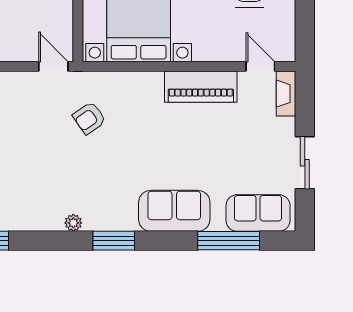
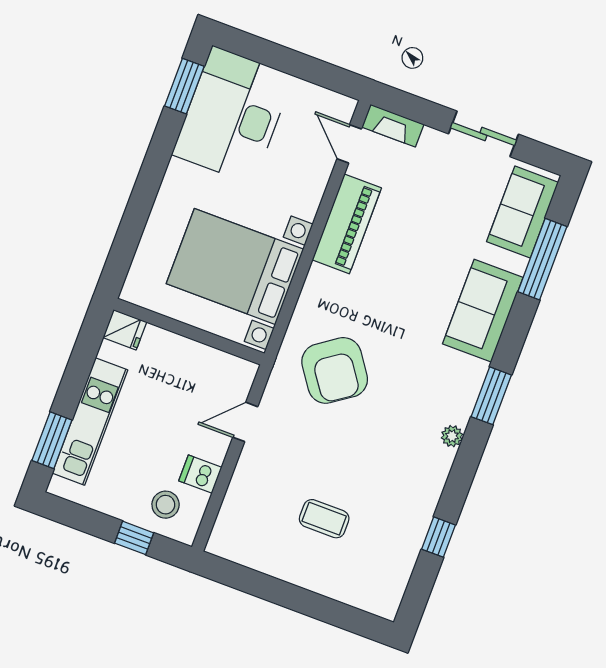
door: (53, 66) -> (245, 422), moved
door: (260, 66) -> (349, 144), hinge flipped
armchair: (89, 118) -> (335, 370), width x1.88, depth x1.88

